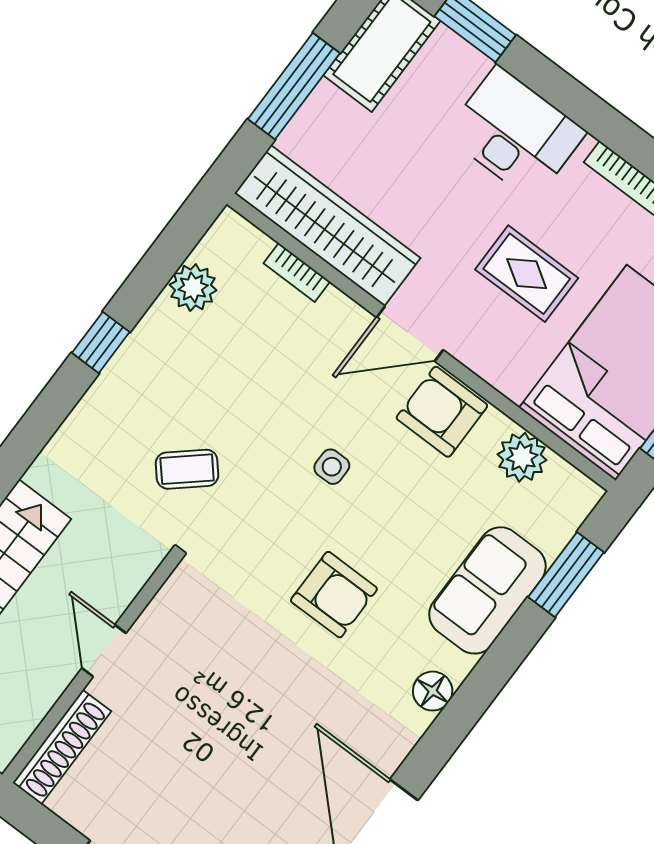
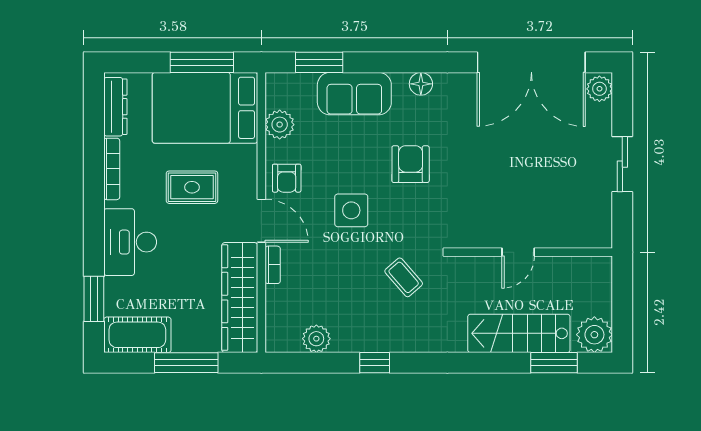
bookcase: (297, 272) -> (273, 265), moved
rug: (527, 274) -> (192, 187), turned 90
armchair: (442, 412) -> (287, 178), width x0.72, depth x0.72
side table: (332, 467) -> (351, 210), width x1.87, depth x1.87
shoe rack: (62, 747) -> (578, 238), removed

